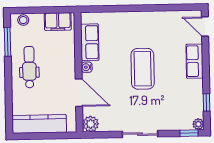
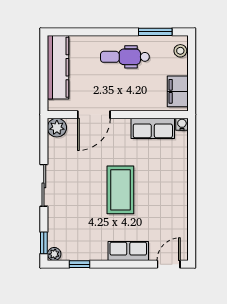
dental chair: (29, 67) -> (125, 57), turned 180
water cooler: (87, 67) -> (182, 124), moved
coffee table: (143, 69) -> (120, 190), turned 90

